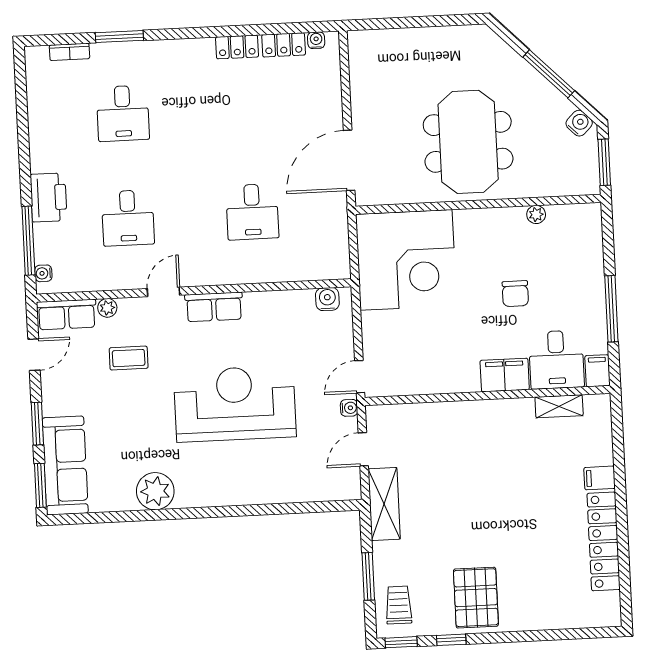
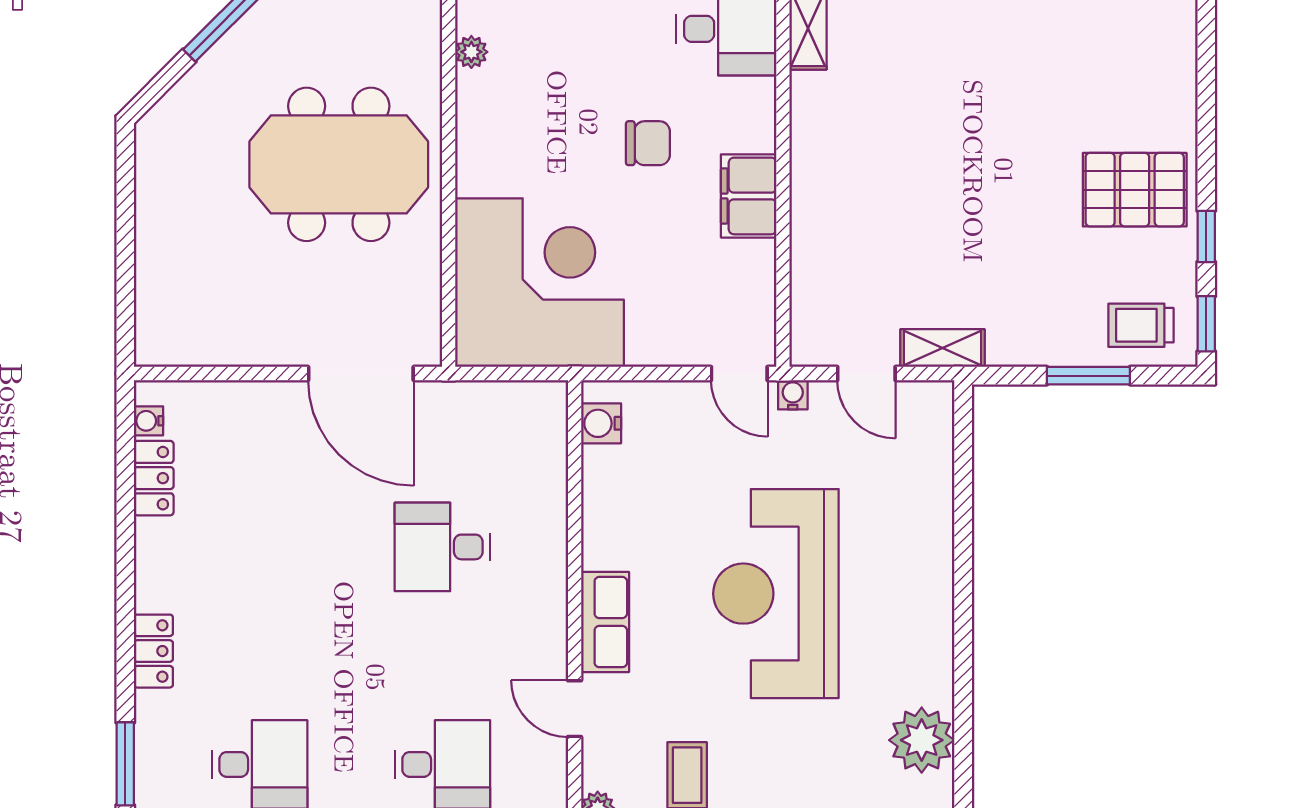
locker: (237, 47) -> (153, 651), moved
desk: (252, 212) -> (442, 547), turned 180
chair: (515, 294) -> (648, 143), moved
filing cabinet: (505, 375) -> (749, 196), moved
shelving: (384, 504) -> (943, 348), width x0.67, depth x0.75

